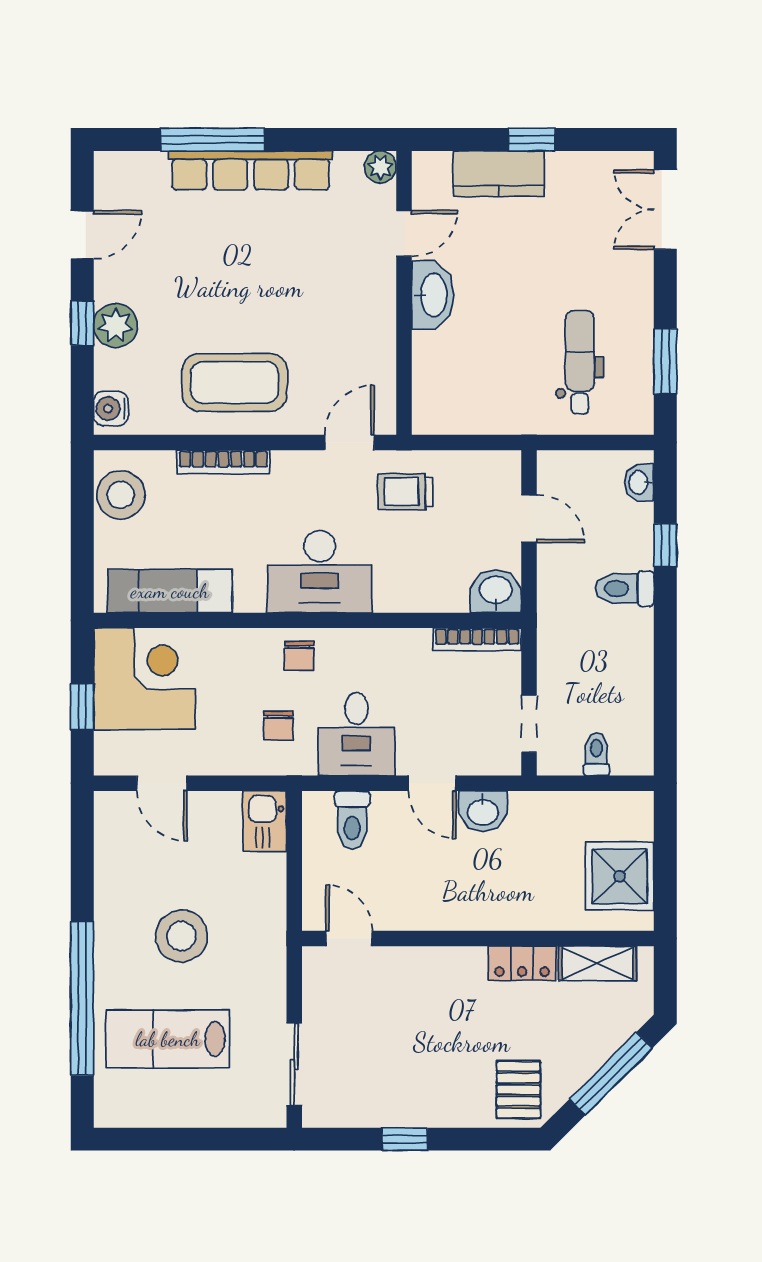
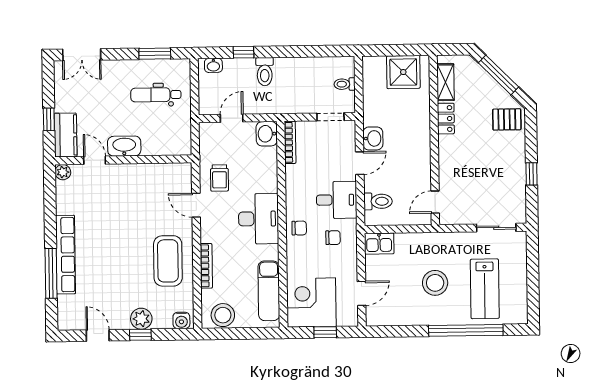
plant: (380, 167) -> (63, 172), moved
door: (404, 233) -> (95, 160), moved
wall: (404, 293) -> (123, 160), moved
washbasin: (433, 295) -> (124, 146), moved

